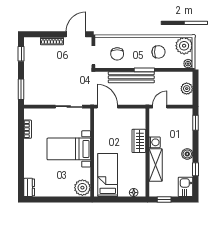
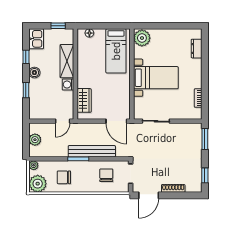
window: (195, 123) -> (26, 90), moved
wardrobe: (139, 141) -> (84, 100), moved
dresser: (29, 187) -> (197, 49), moved

